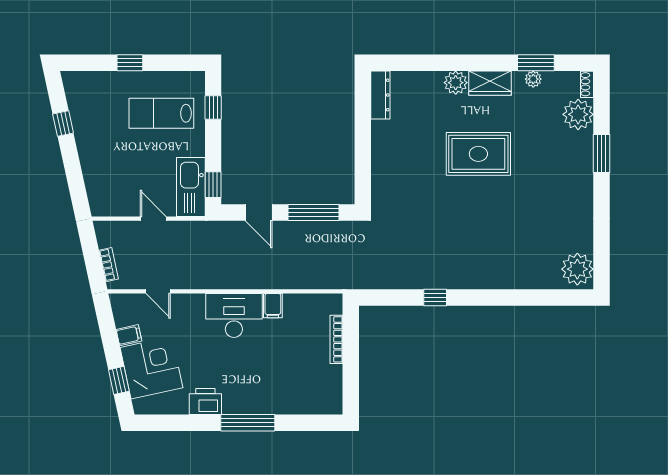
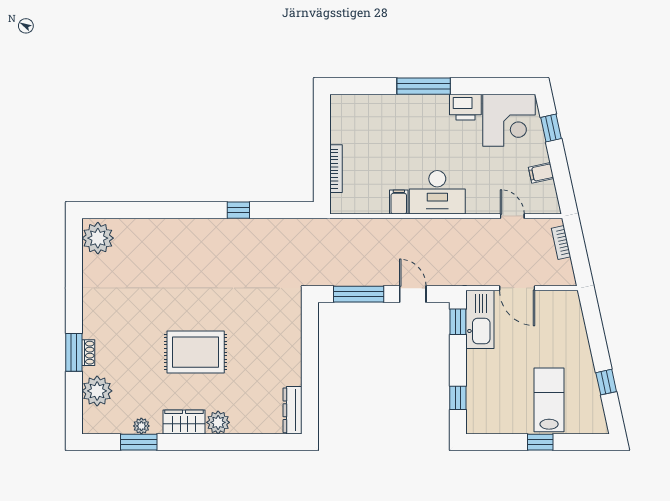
shoe rack: (587, 84) -> (88, 353), moved
lab bench: (161, 113) -> (549, 400), moved, turned -90
door: (153, 219) -> (517, 288), width x1.37
corner desk: (151, 368) -> (509, 120), moved, turned -78

